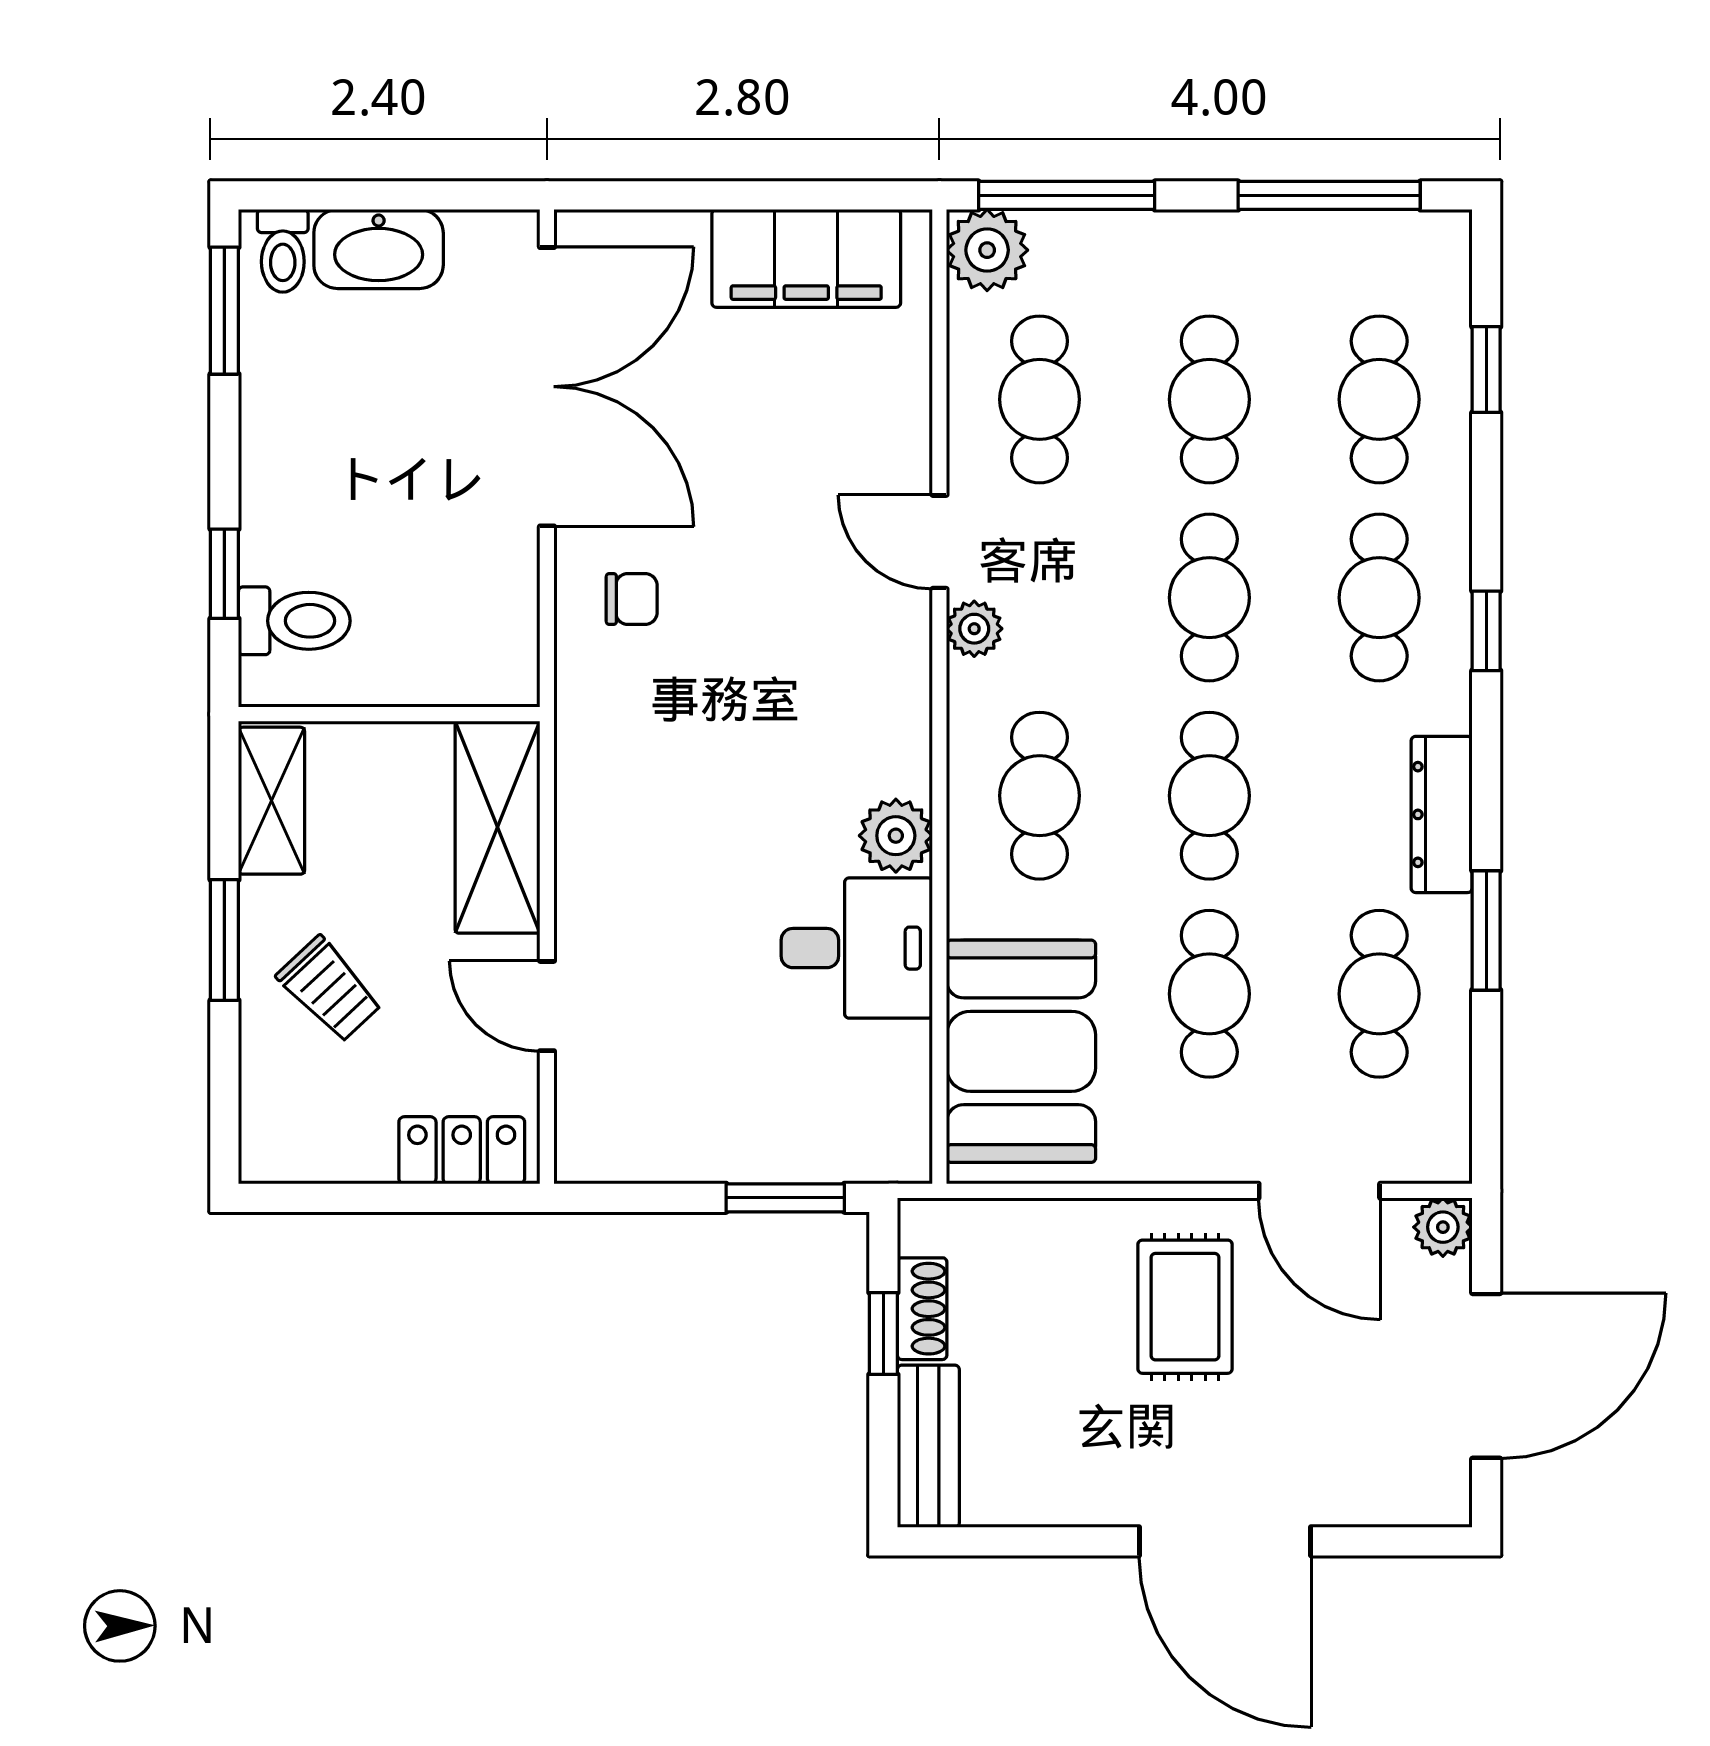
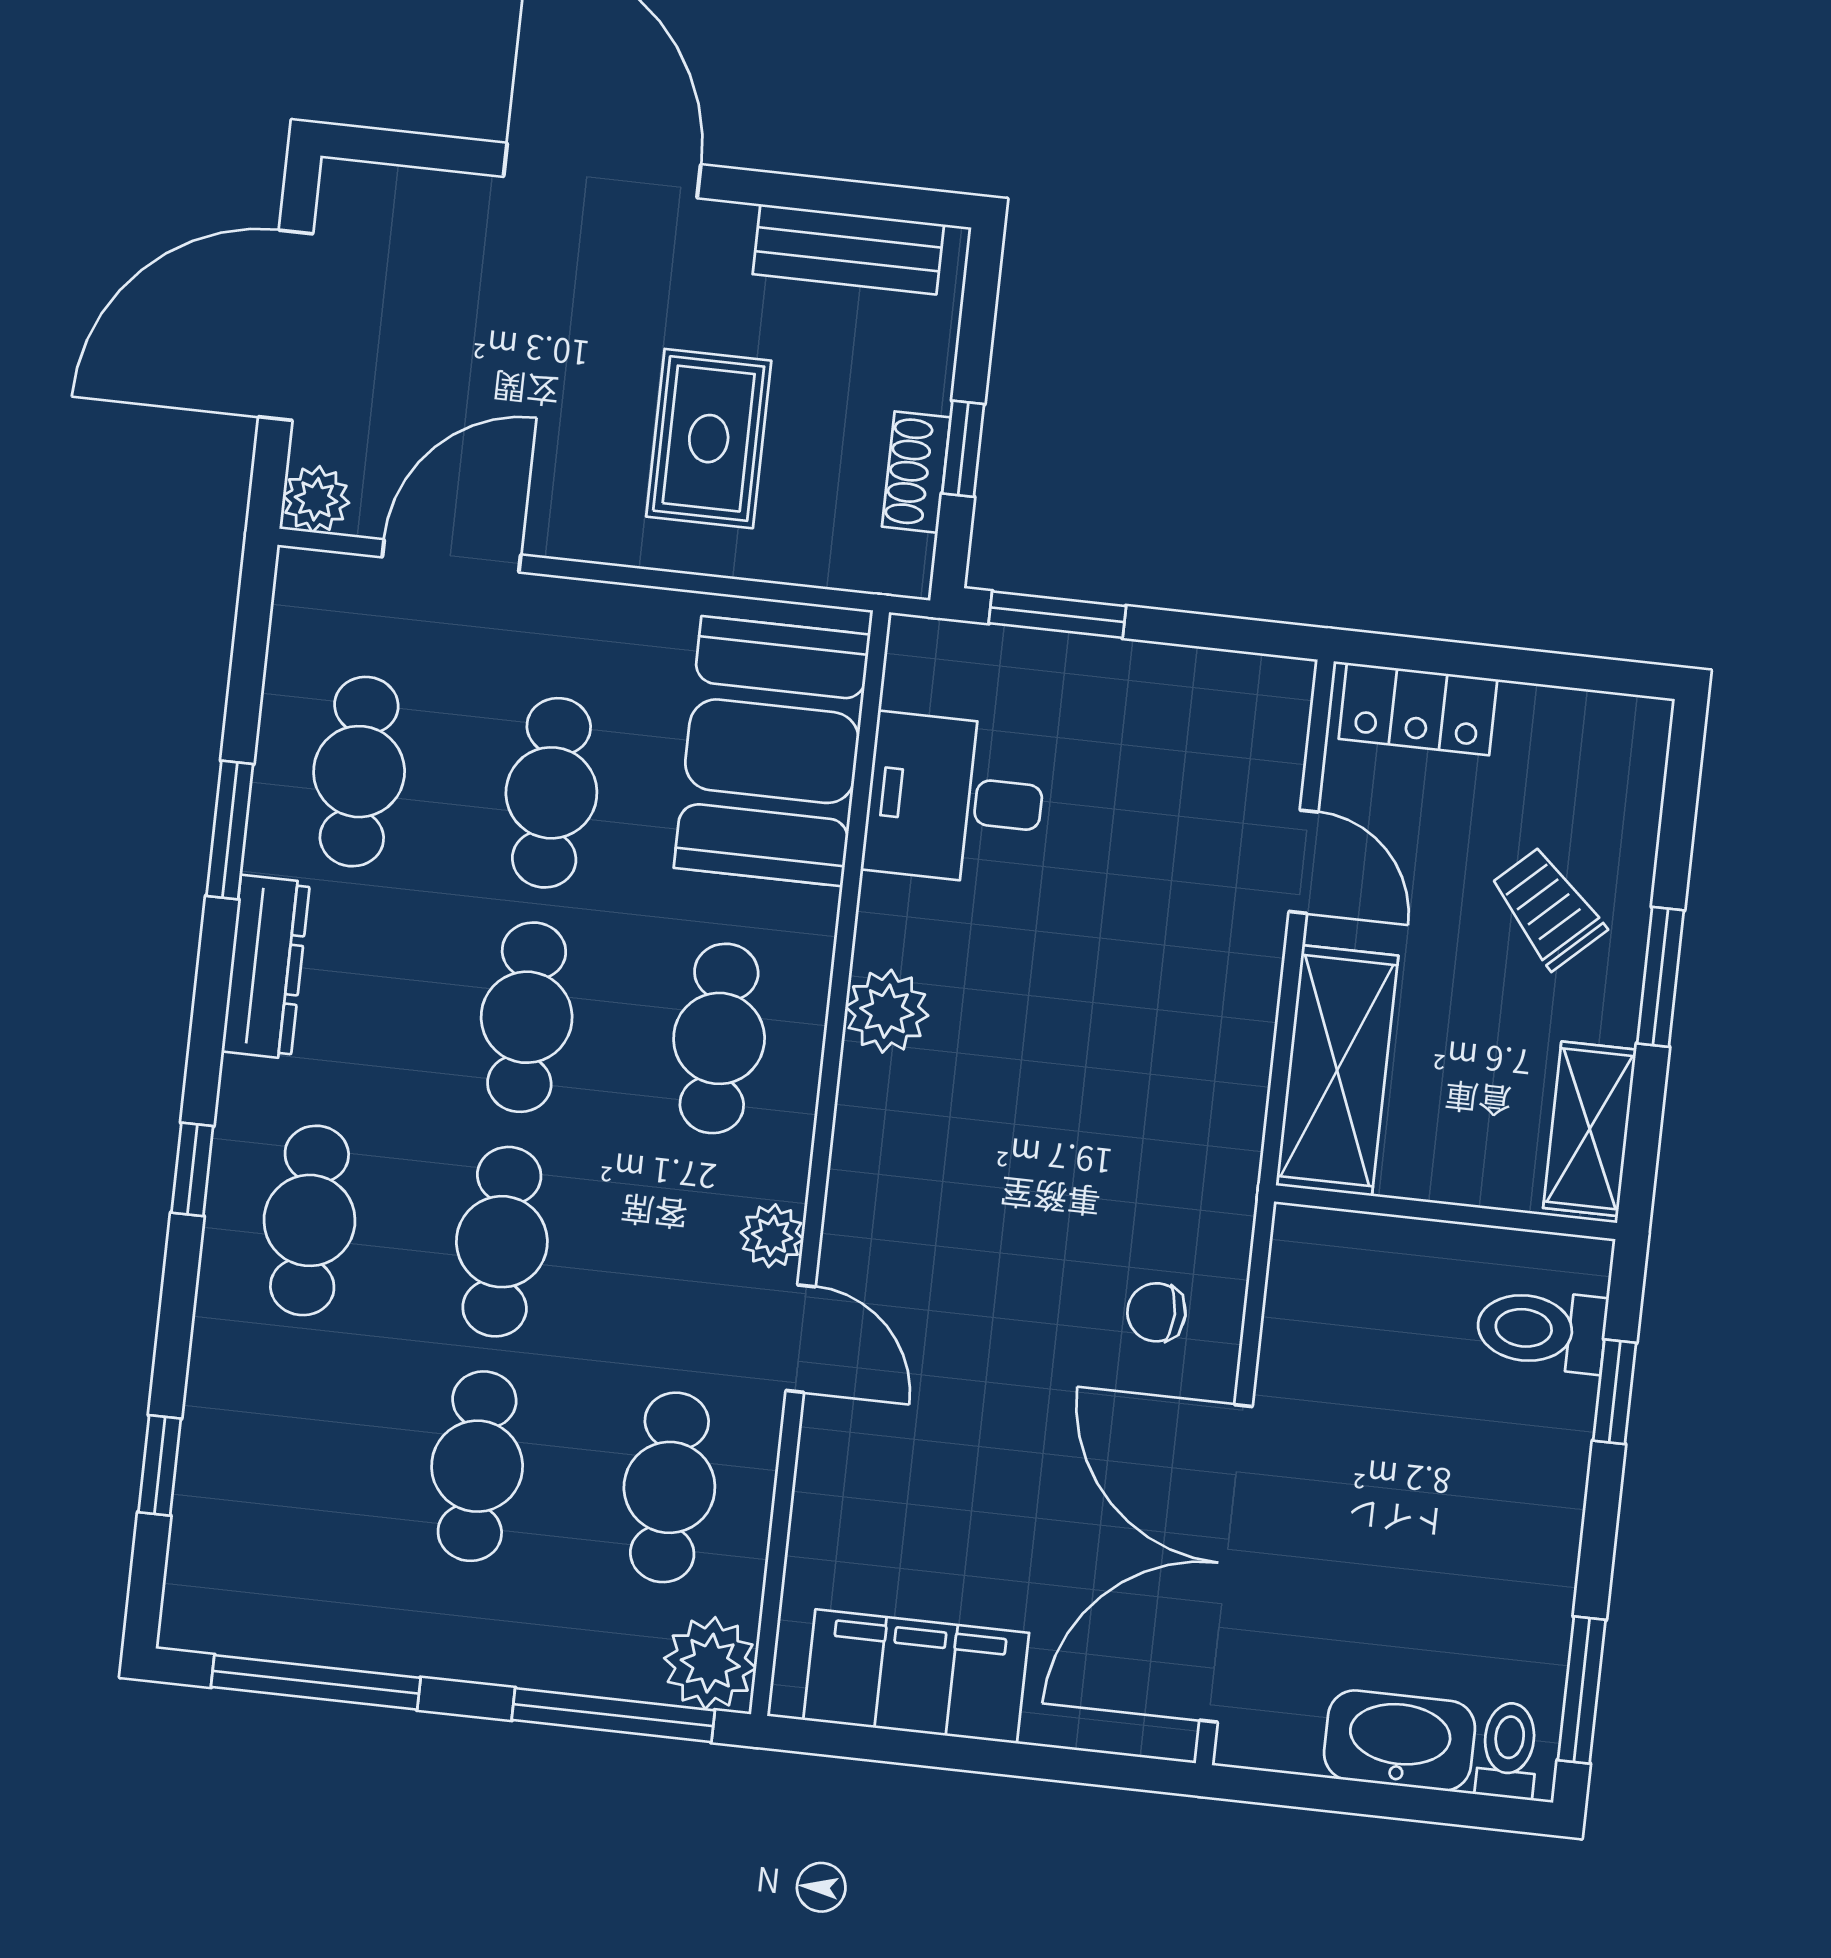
cafe table: (1379, 399) -> (285, 1445), removed
desk: (857, 948) -> (955, 799), moved
door: (1319, 1191) -> (452, 556), hinge flipped
rug: (1185, 1307) -> (709, 439), moved
bench: (928, 1446) -> (848, 249), moved, turned 90

